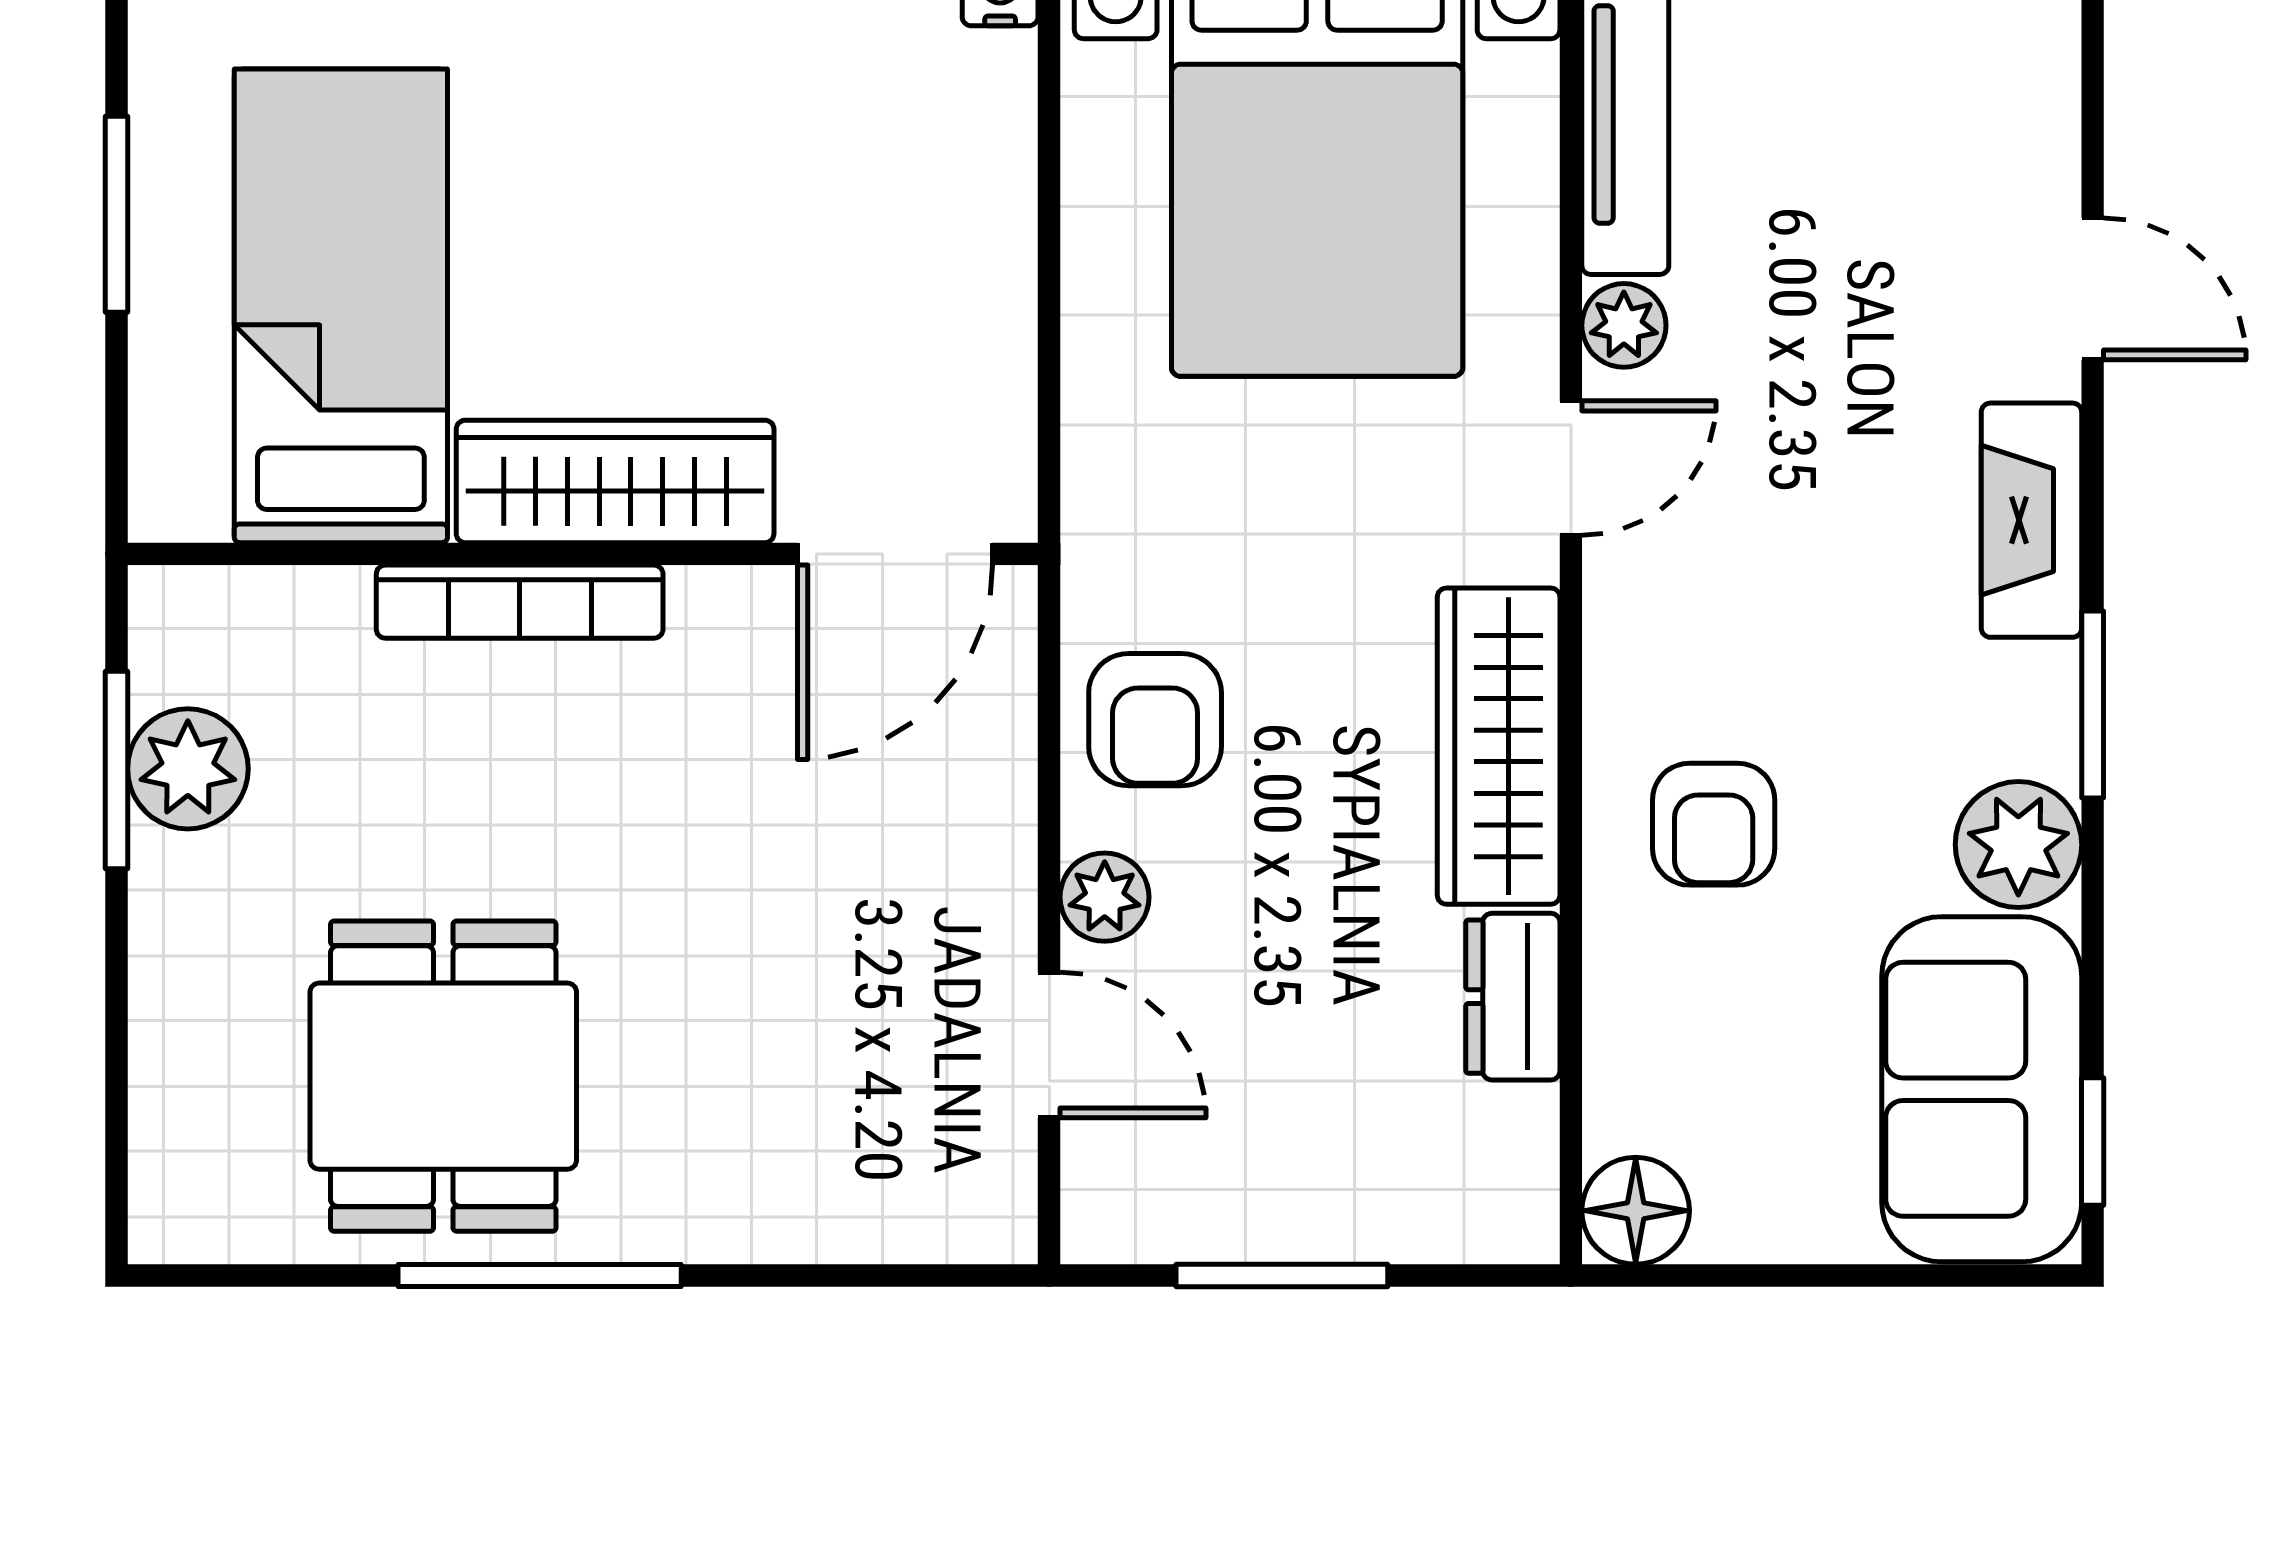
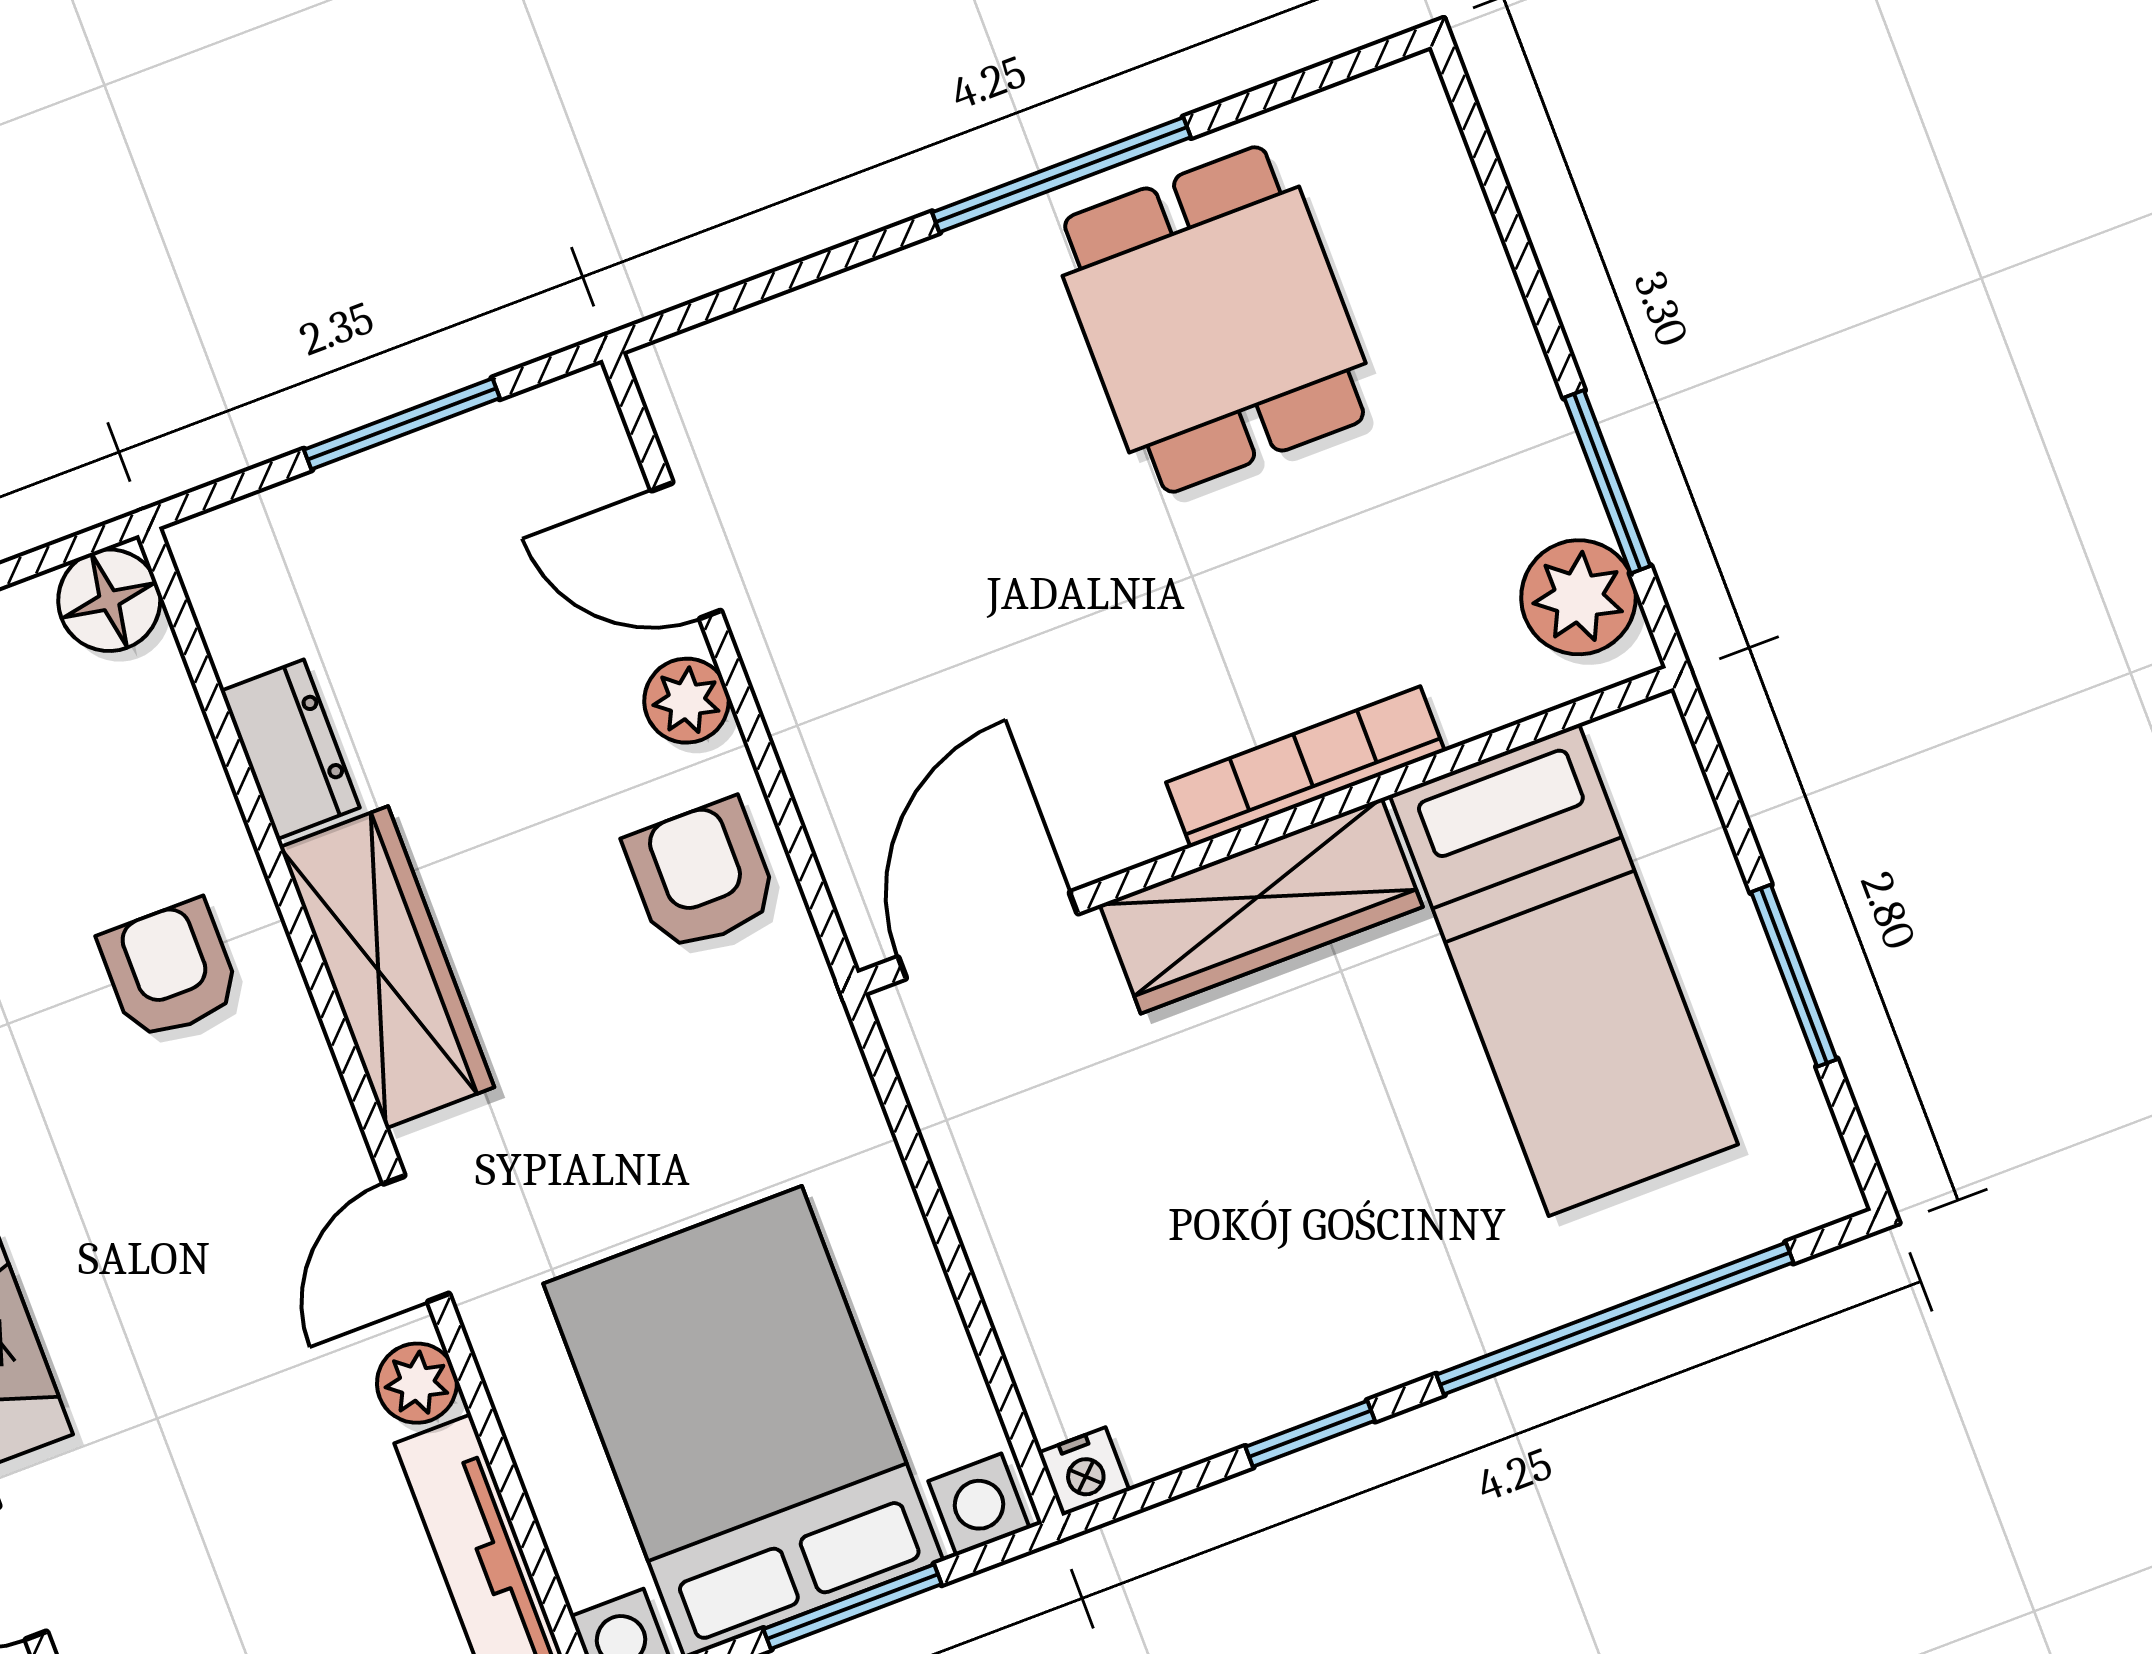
plant: (188, 769) -> (1578, 597), moved

